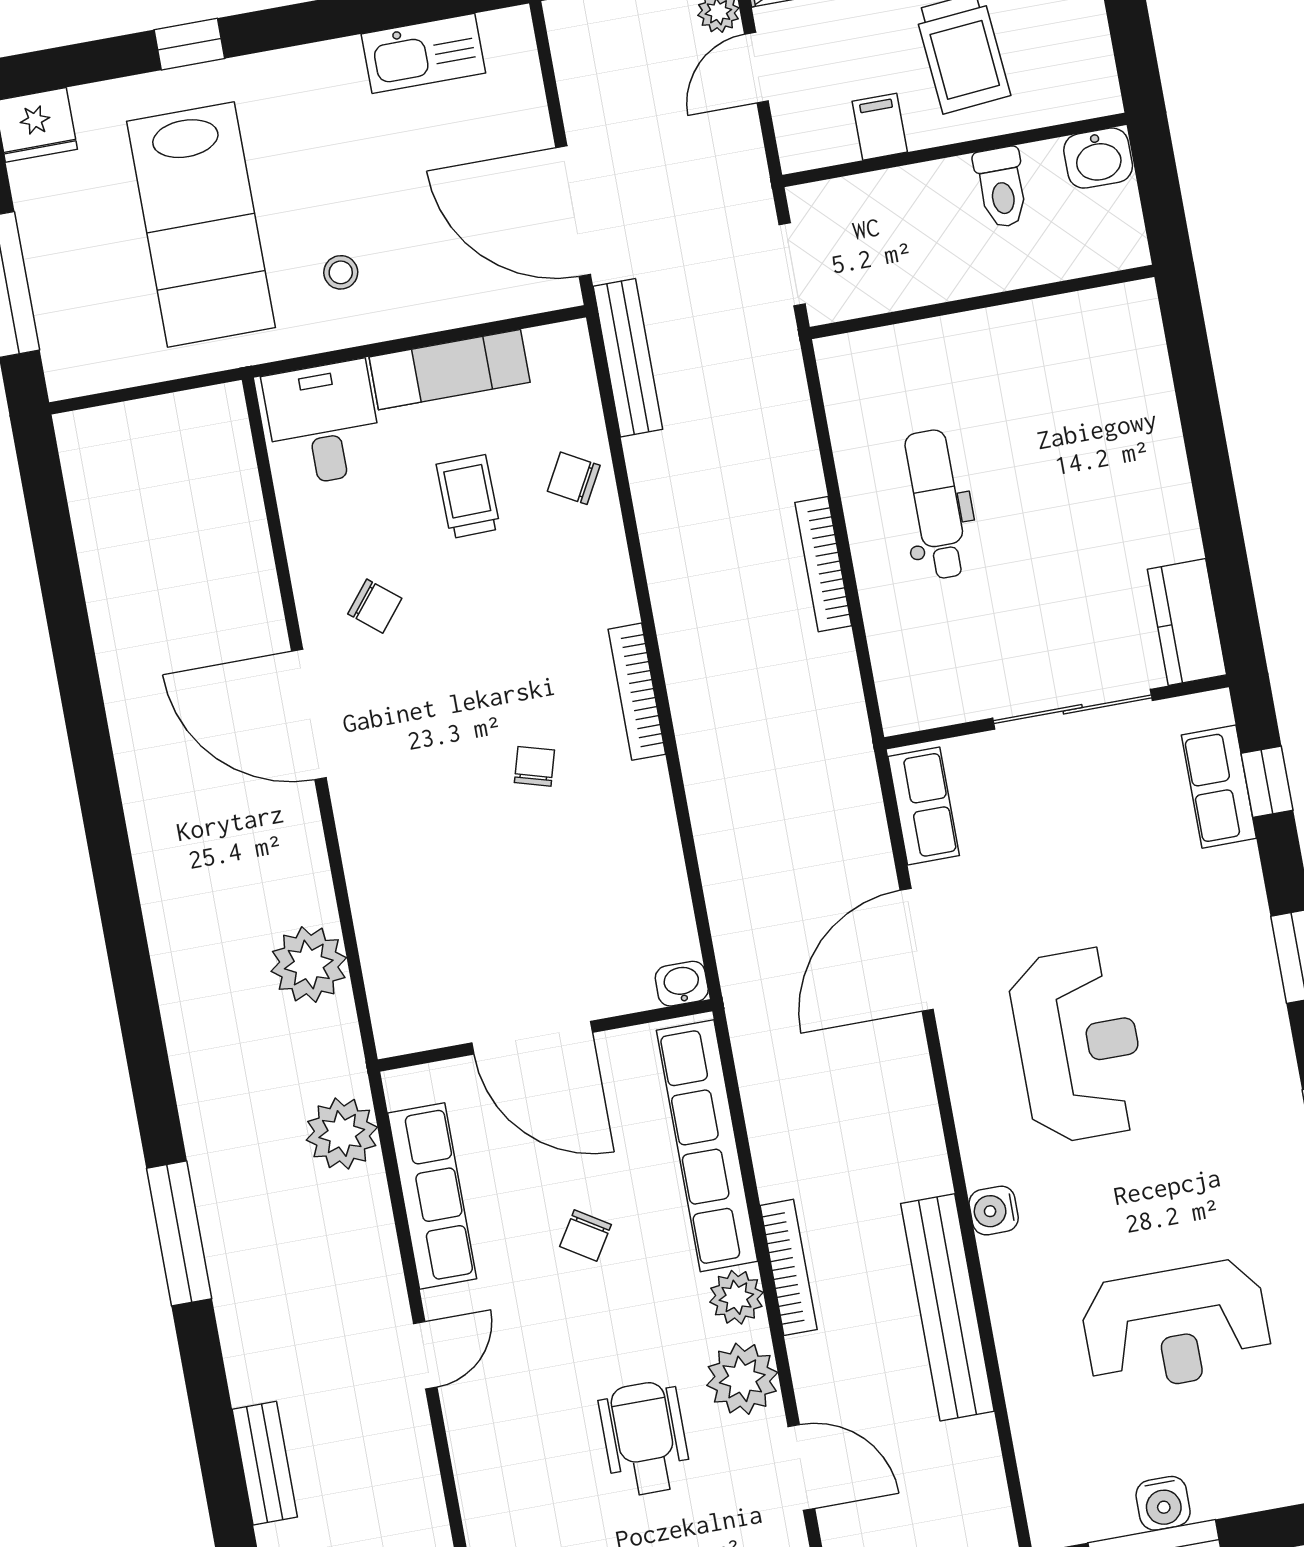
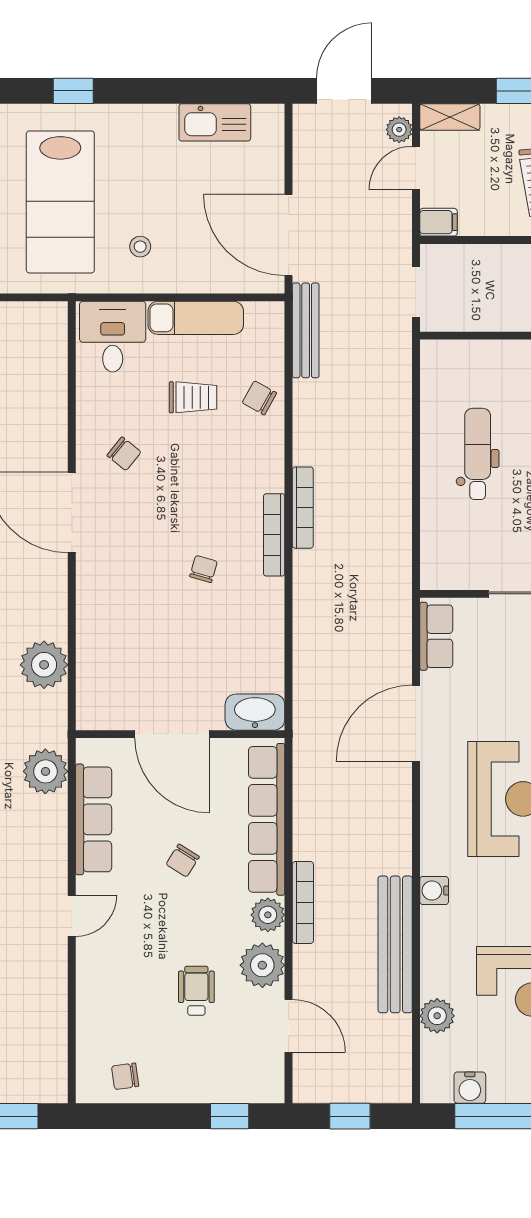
filing cabinet: (880, 127) -> (439, 222), moved, turned 90
trolley: (468, 497) -> (193, 397), turned 91
bookcase: (823, 564) -> (303, 508), moved, turned 180
washbasin: (682, 984) -> (255, 712), width x1.91, depth x1.45
plant: (1035, 1409) -> (437, 1016), added
wheelchair: (645, 1438) -> (196, 991), width x0.73, depth x0.73
water cooler: (1163, 1503) -> (470, 1088), moved

